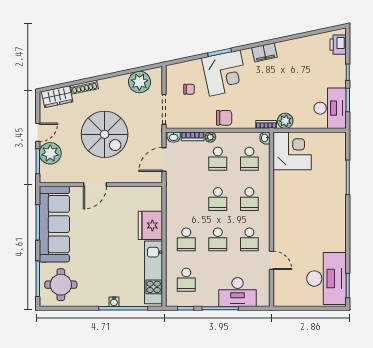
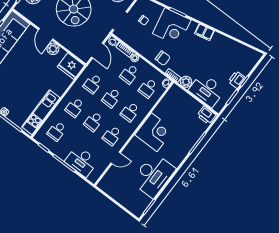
printer: (338, 45) -> (237, 80), moved
desk: (330, 108) -> (207, 90), moved, turned 90
chair: (224, 118) -> (163, 58), moved
printer: (334, 140) -> (206, 115), added
corner desk: (292, 151) -> (154, 132), moved
door: (164, 159) -> (97, 50), swing flipped
door: (95, 185) -> (46, 34), hinge flipped
plant: (115, 194) -> (53, 49), added
school desk: (186, 199) -> (93, 84), added
fridge: (150, 225) -> (71, 66), moved, turned -90
door: (272, 260) -> (116, 158), hinge flipped
desk: (326, 279) -> (153, 175), moved

